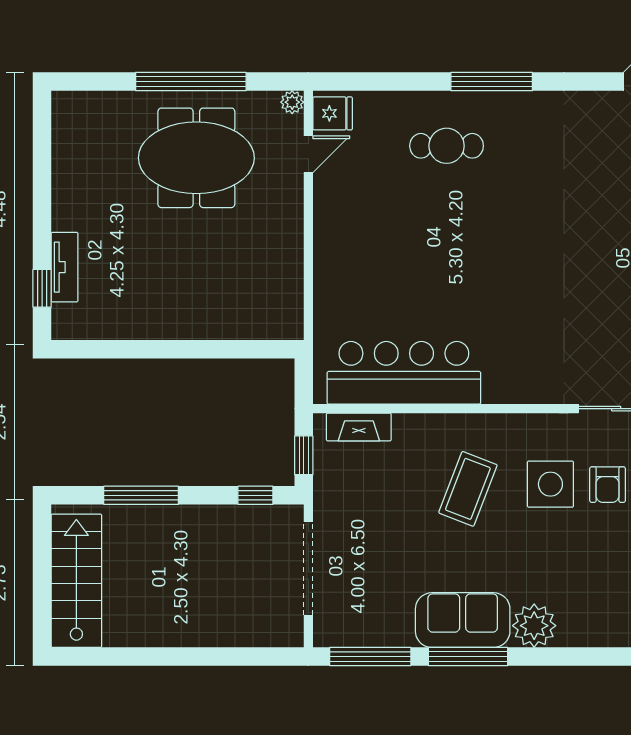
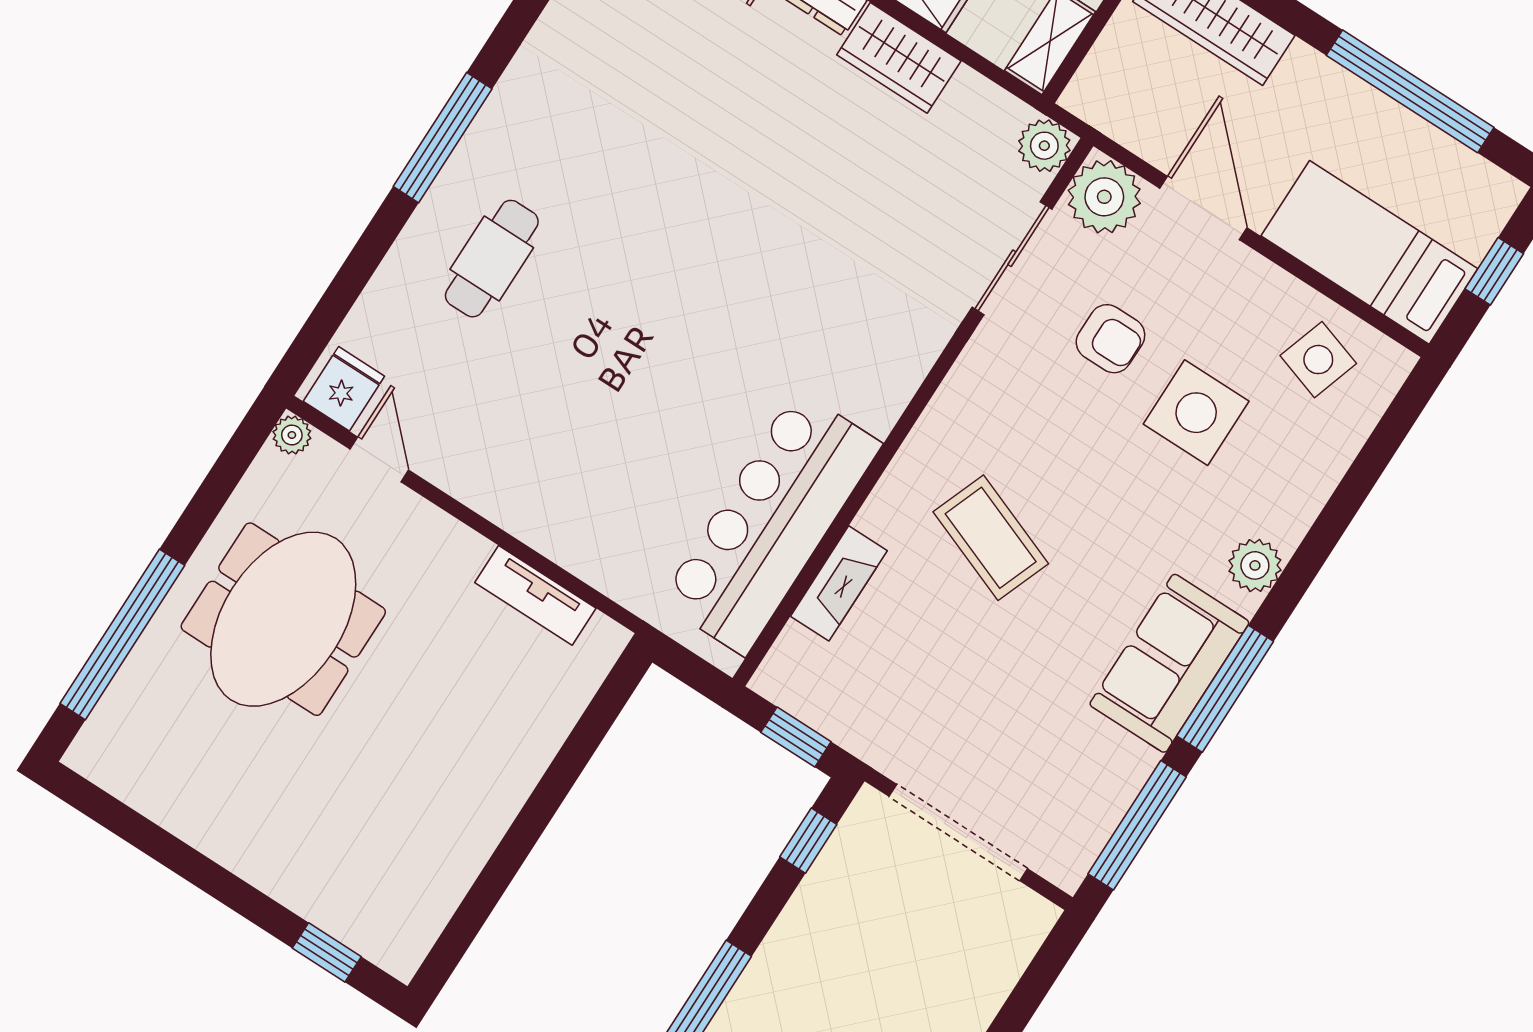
window: (191, 82) -> (122, 634), moved
tv unit: (65, 267) -> (535, 595), moved, turned 180
fireplace: (359, 427) -> (839, 583), moved
side table: (550, 484) -> (1196, 413), moved
plant: (534, 626) -> (1255, 565), width x0.73, depth x0.73

